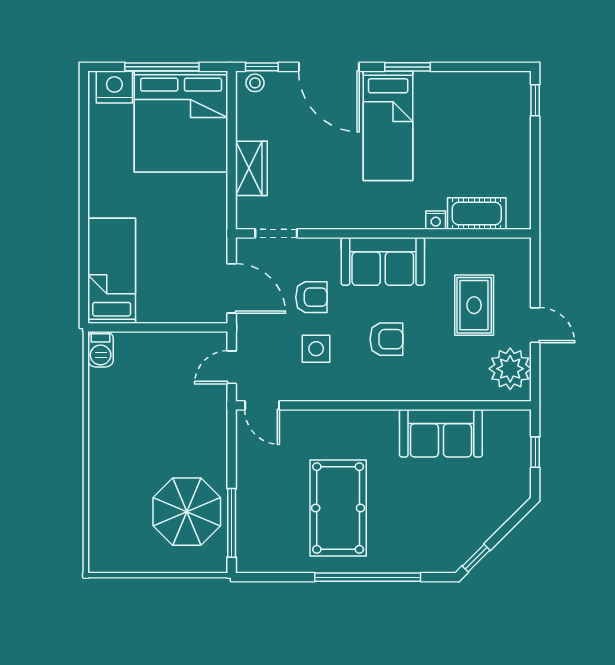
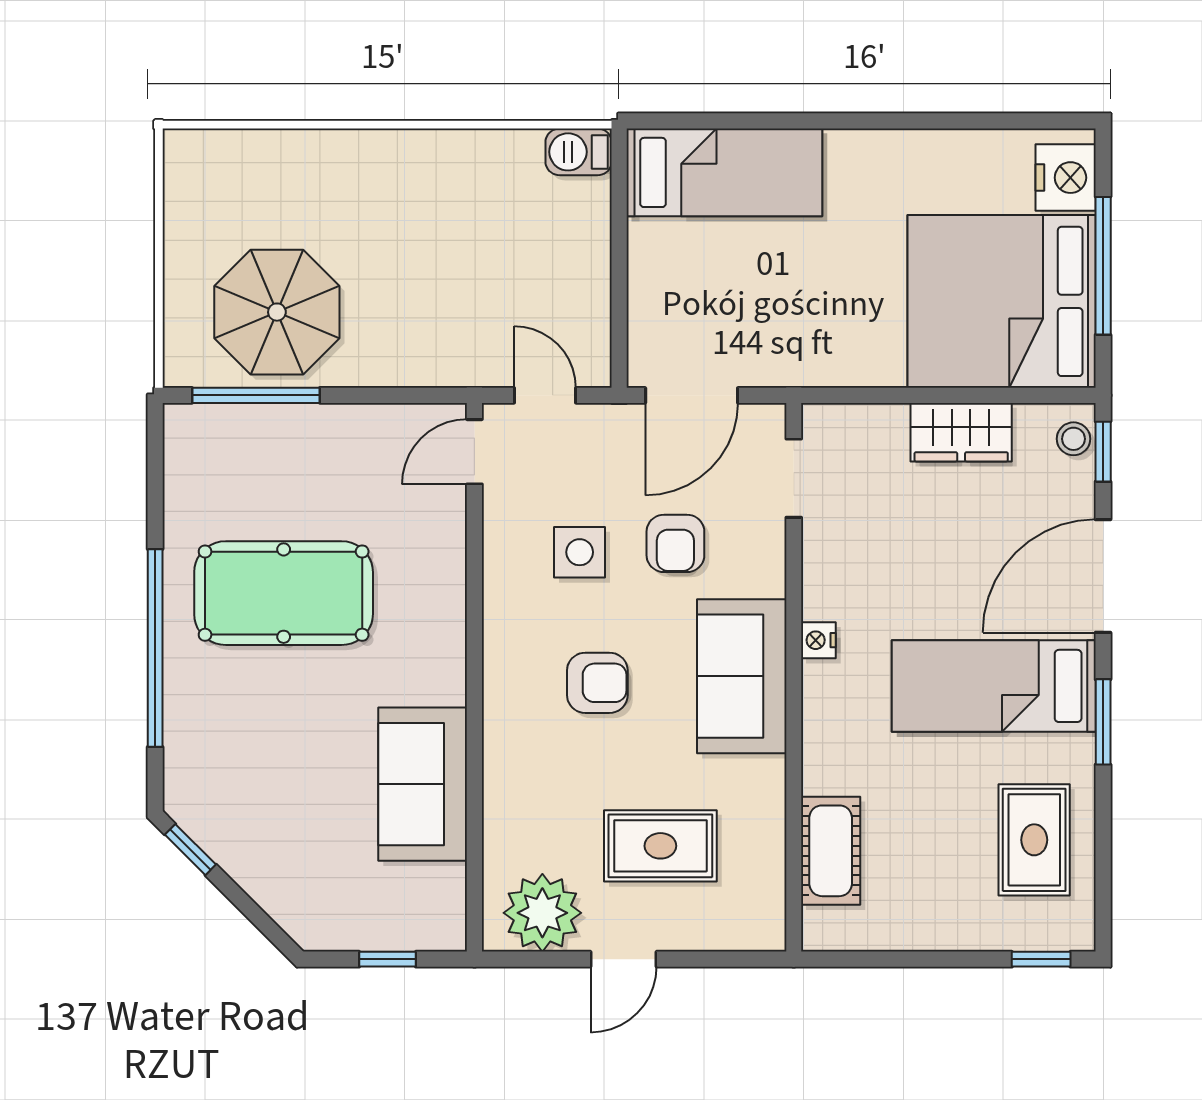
rug: (471, 104) -> (1034, 840), added
wardrobe: (251, 168) -> (961, 432), moved
nightstand: (436, 220) -> (818, 640), moved
armchair: (386, 339) -> (597, 683), turned -90

